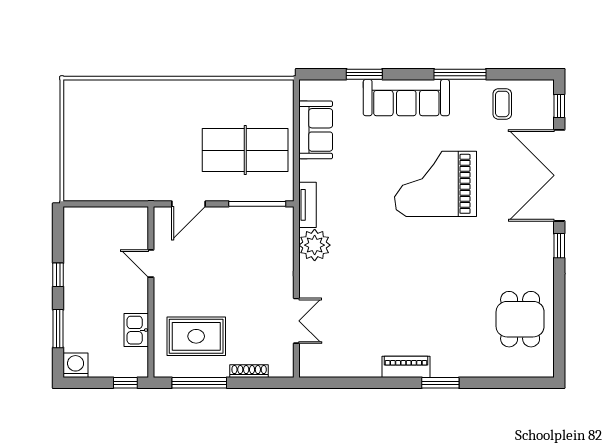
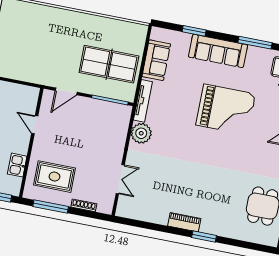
grand piano: (436, 184) -> (226, 109), turned 180
tv unit: (307, 205) -> (143, 101), width x1.41

